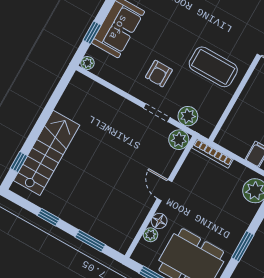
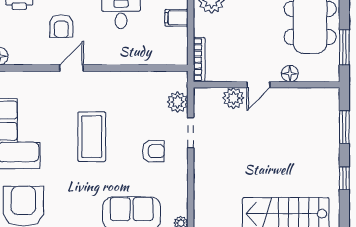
coffee table: (213, 67) -> (92, 137), moved
plant: (179, 140) -> (234, 98), moved
plant: (150, 235) -> (307, 74), removed

